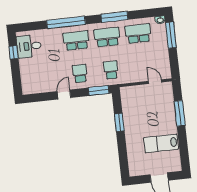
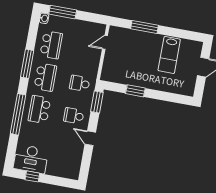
school desk: (138, 34) -> (51, 45), turned 180
school desk: (107, 37) -> (45, 77), turned 180
desk: (29, 46) -> (31, 159), width x1.37

